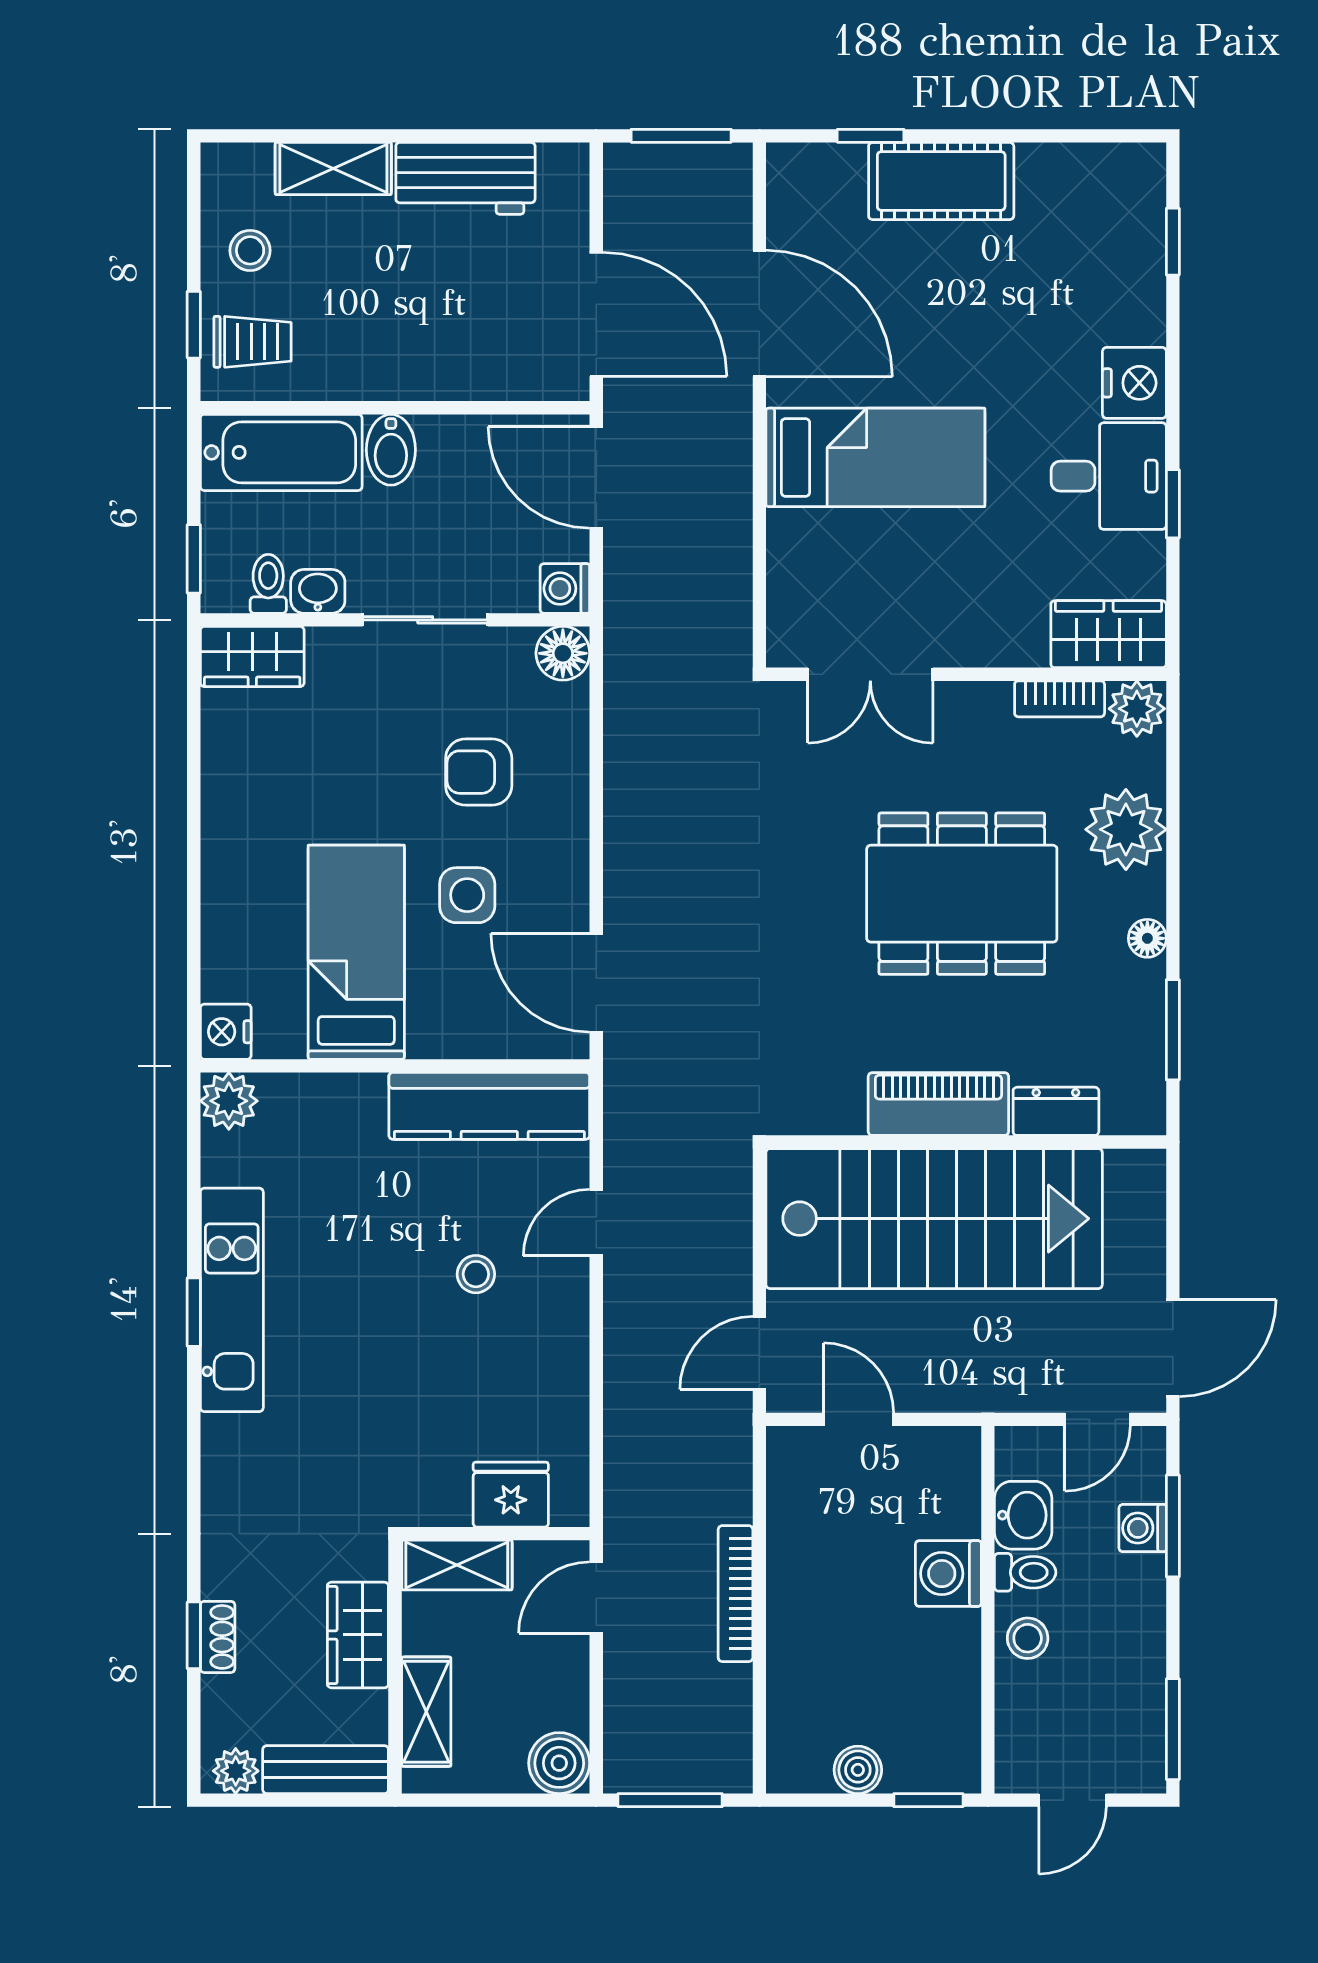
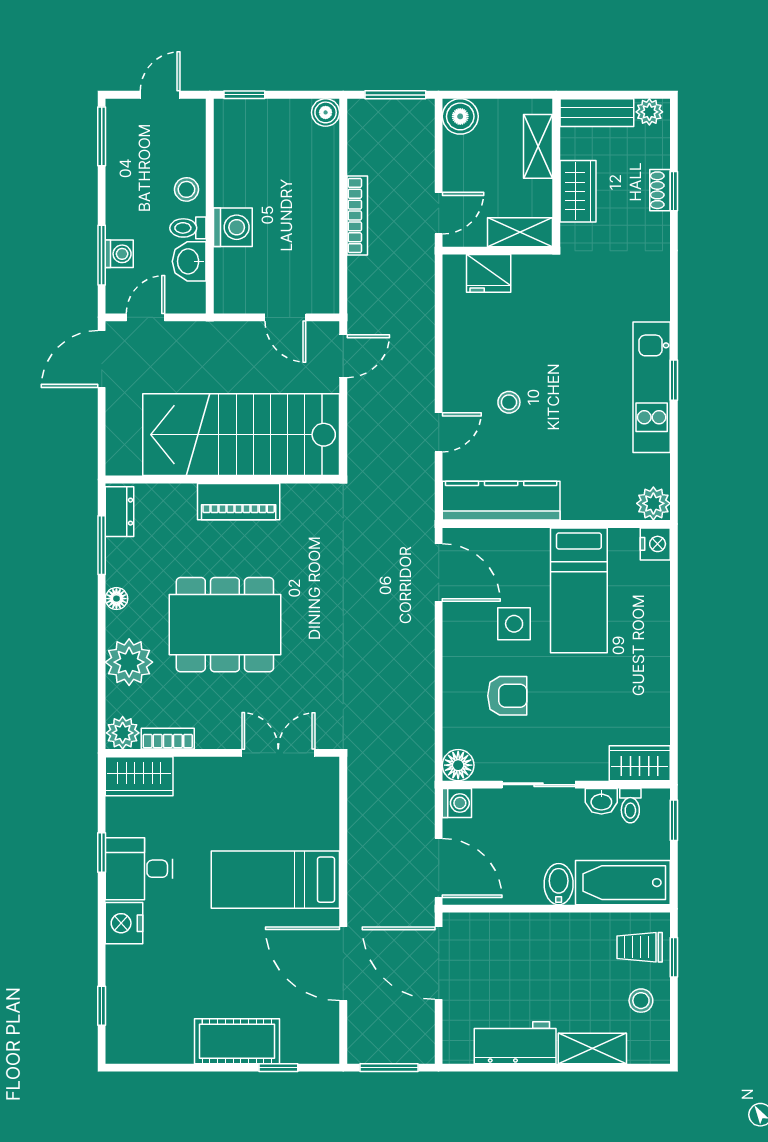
dresser: (1056, 1111) -> (120, 512), moved, turned -90
boiler: (858, 1770) -> (326, 112), moved

